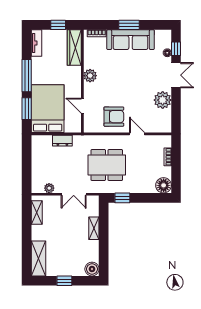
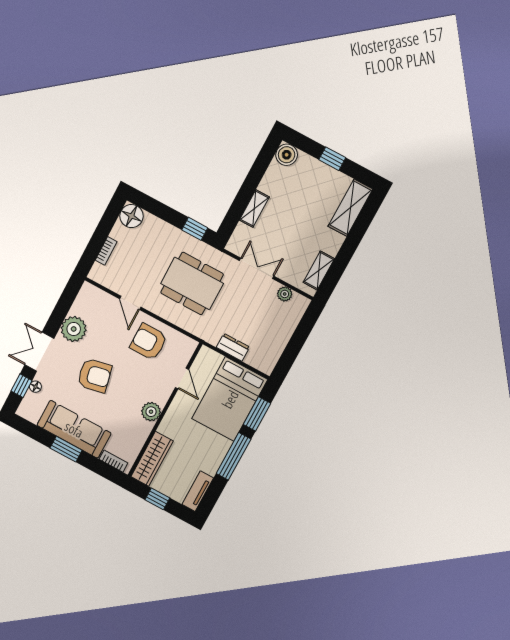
armchair: (135, 79) -> (95, 375), added

